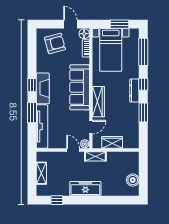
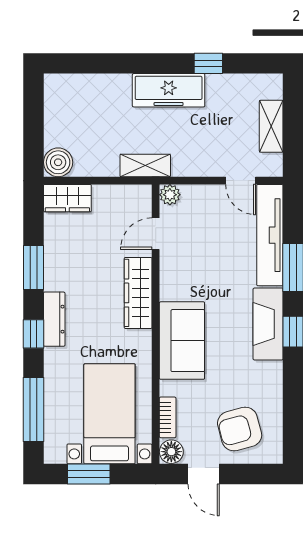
sofa: (80, 87) -> (182, 341), width x0.73
wardrobe: (112, 142) -> (67, 198), moved
door: (73, 150) -> (241, 181), moved
boiler: (133, 180) -> (58, 162), moved
window: (57, 200) -> (208, 63), moved

